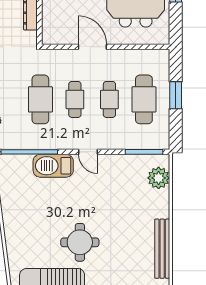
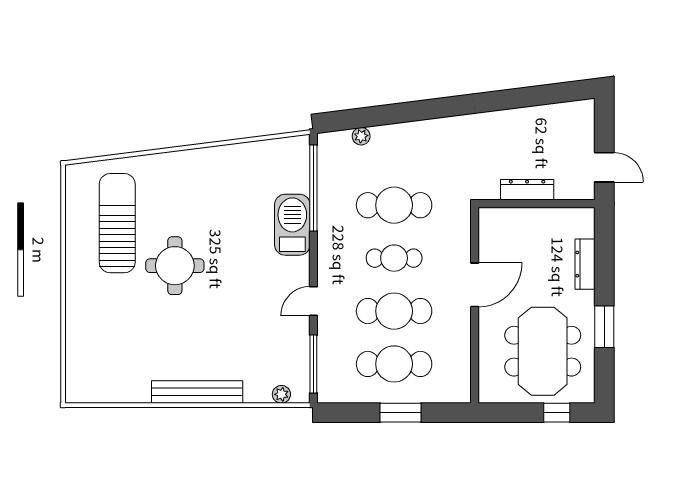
cafe table: (109, 99) -> (394, 311), width x1.37, depth x1.35
door: (88, 152) -> (313, 301), moved
plant: (159, 178) -> (281, 394), width x0.53, depth x0.53
bench: (162, 249) -> (197, 392), moved

